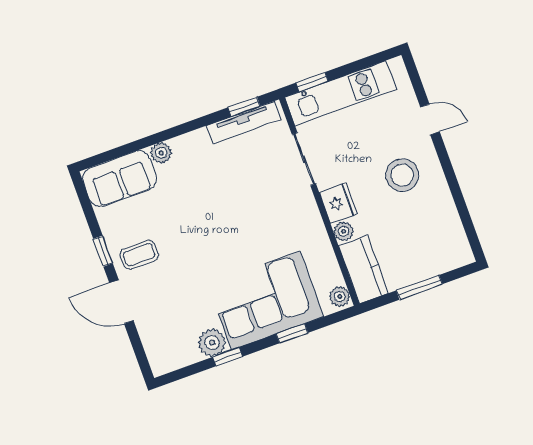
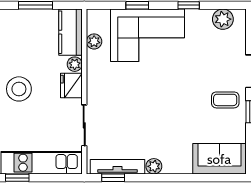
window: (312, 82) -> (17, 178), moved
plant: (161, 153) -> (154, 166), moved
plant: (340, 296) -> (94, 41), moved
plant: (212, 343) -> (223, 19), moved

